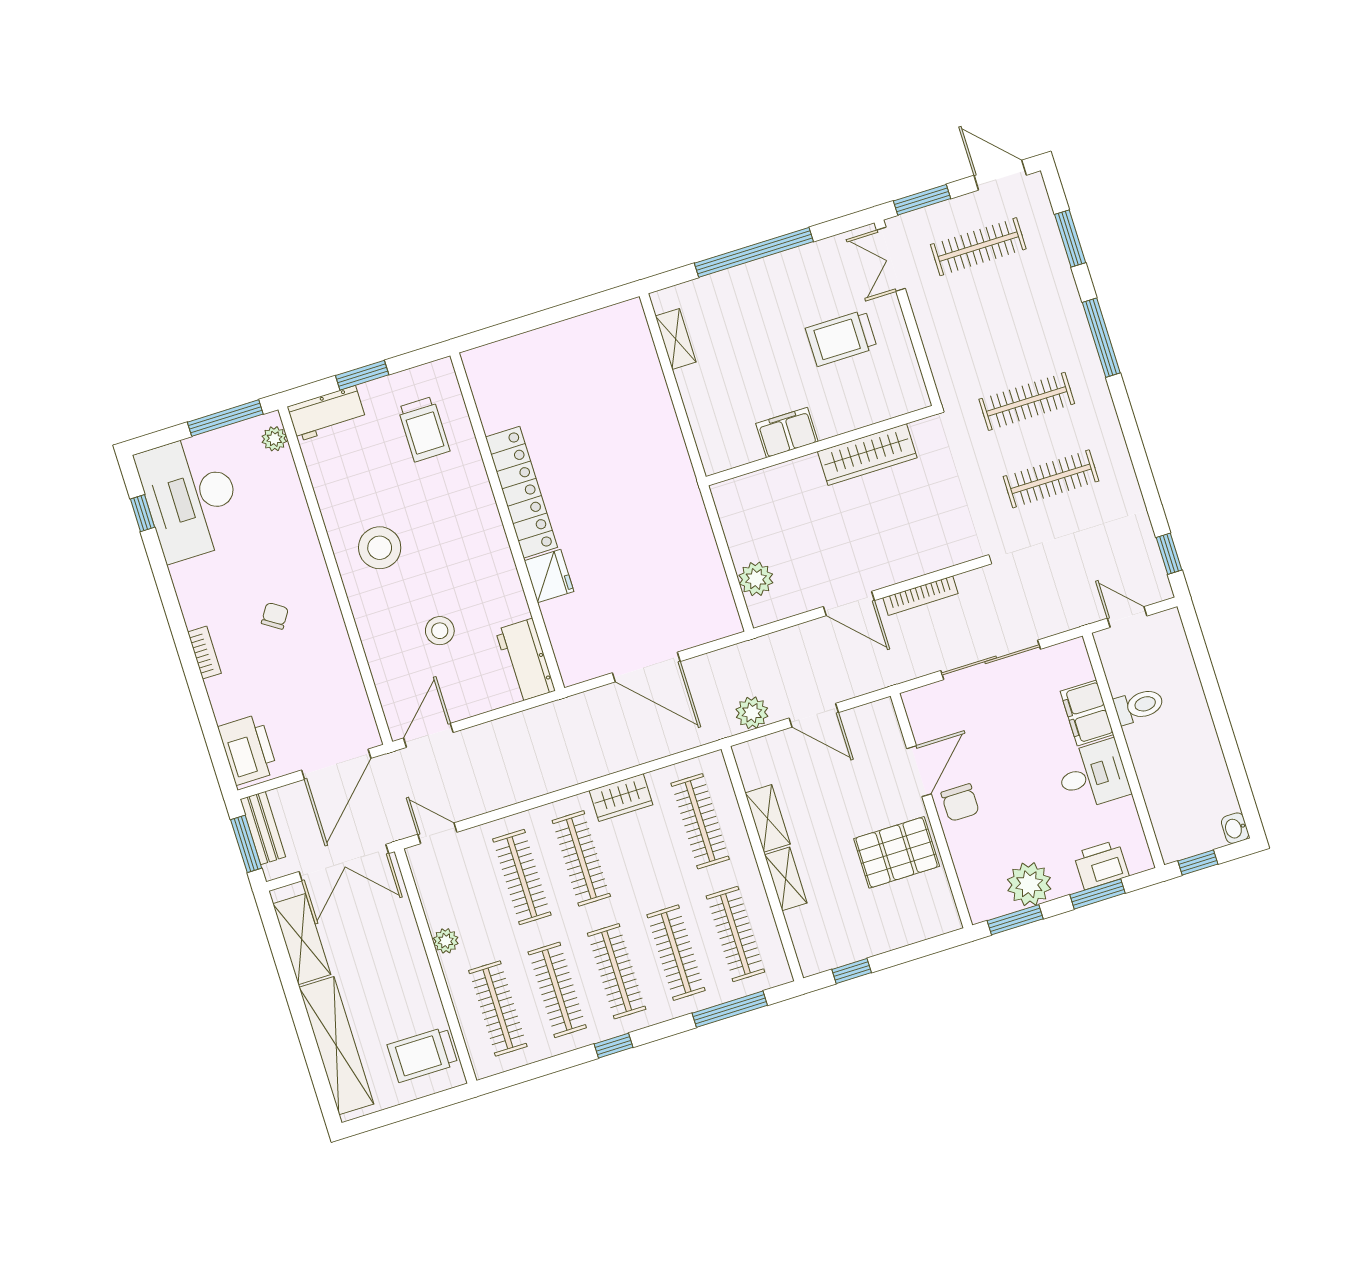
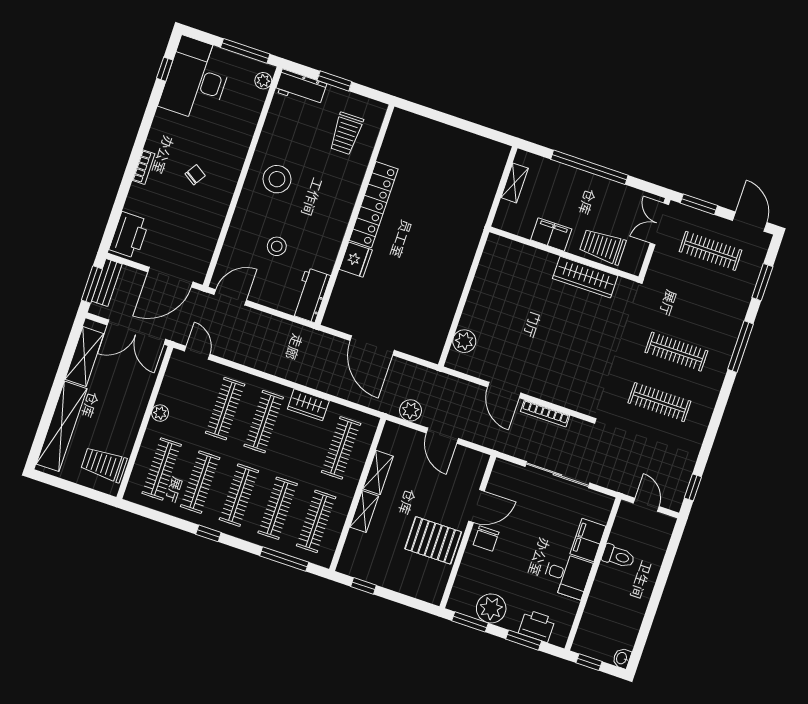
filing cabinet: (787, 432) -> (551, 234), moved
wall: (820, 446) -> (564, 254), moved
wardrobe: (867, 455) -> (585, 277), moved

